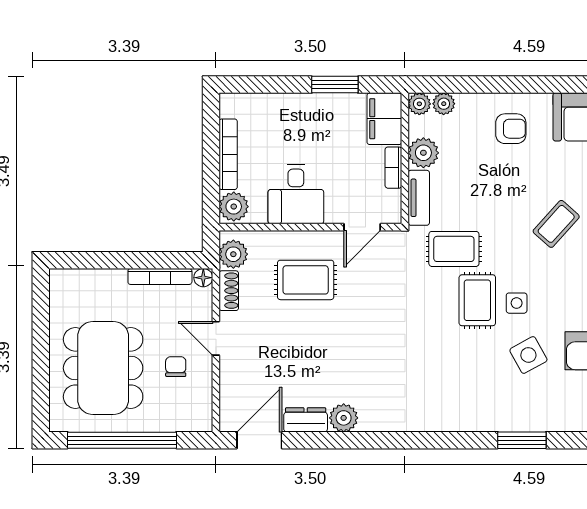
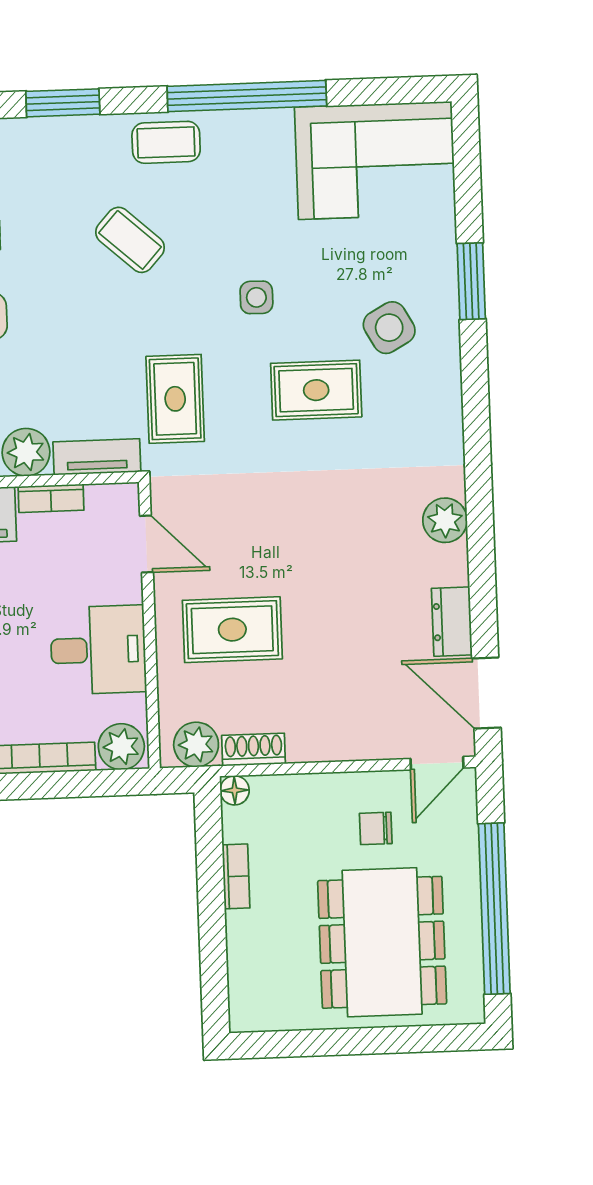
bookcase: (160, 276) -> (236, 876), width x0.64
rug: (306, 280) -> (232, 630), turned 90
rug: (477, 300) -> (316, 390), moved
door: (216, 338) -> (437, 763), moved
side table: (528, 355) -> (389, 328), moved
dining table: (103, 368) -> (382, 942), turned 90
plant: (344, 418) -> (445, 520), moved

